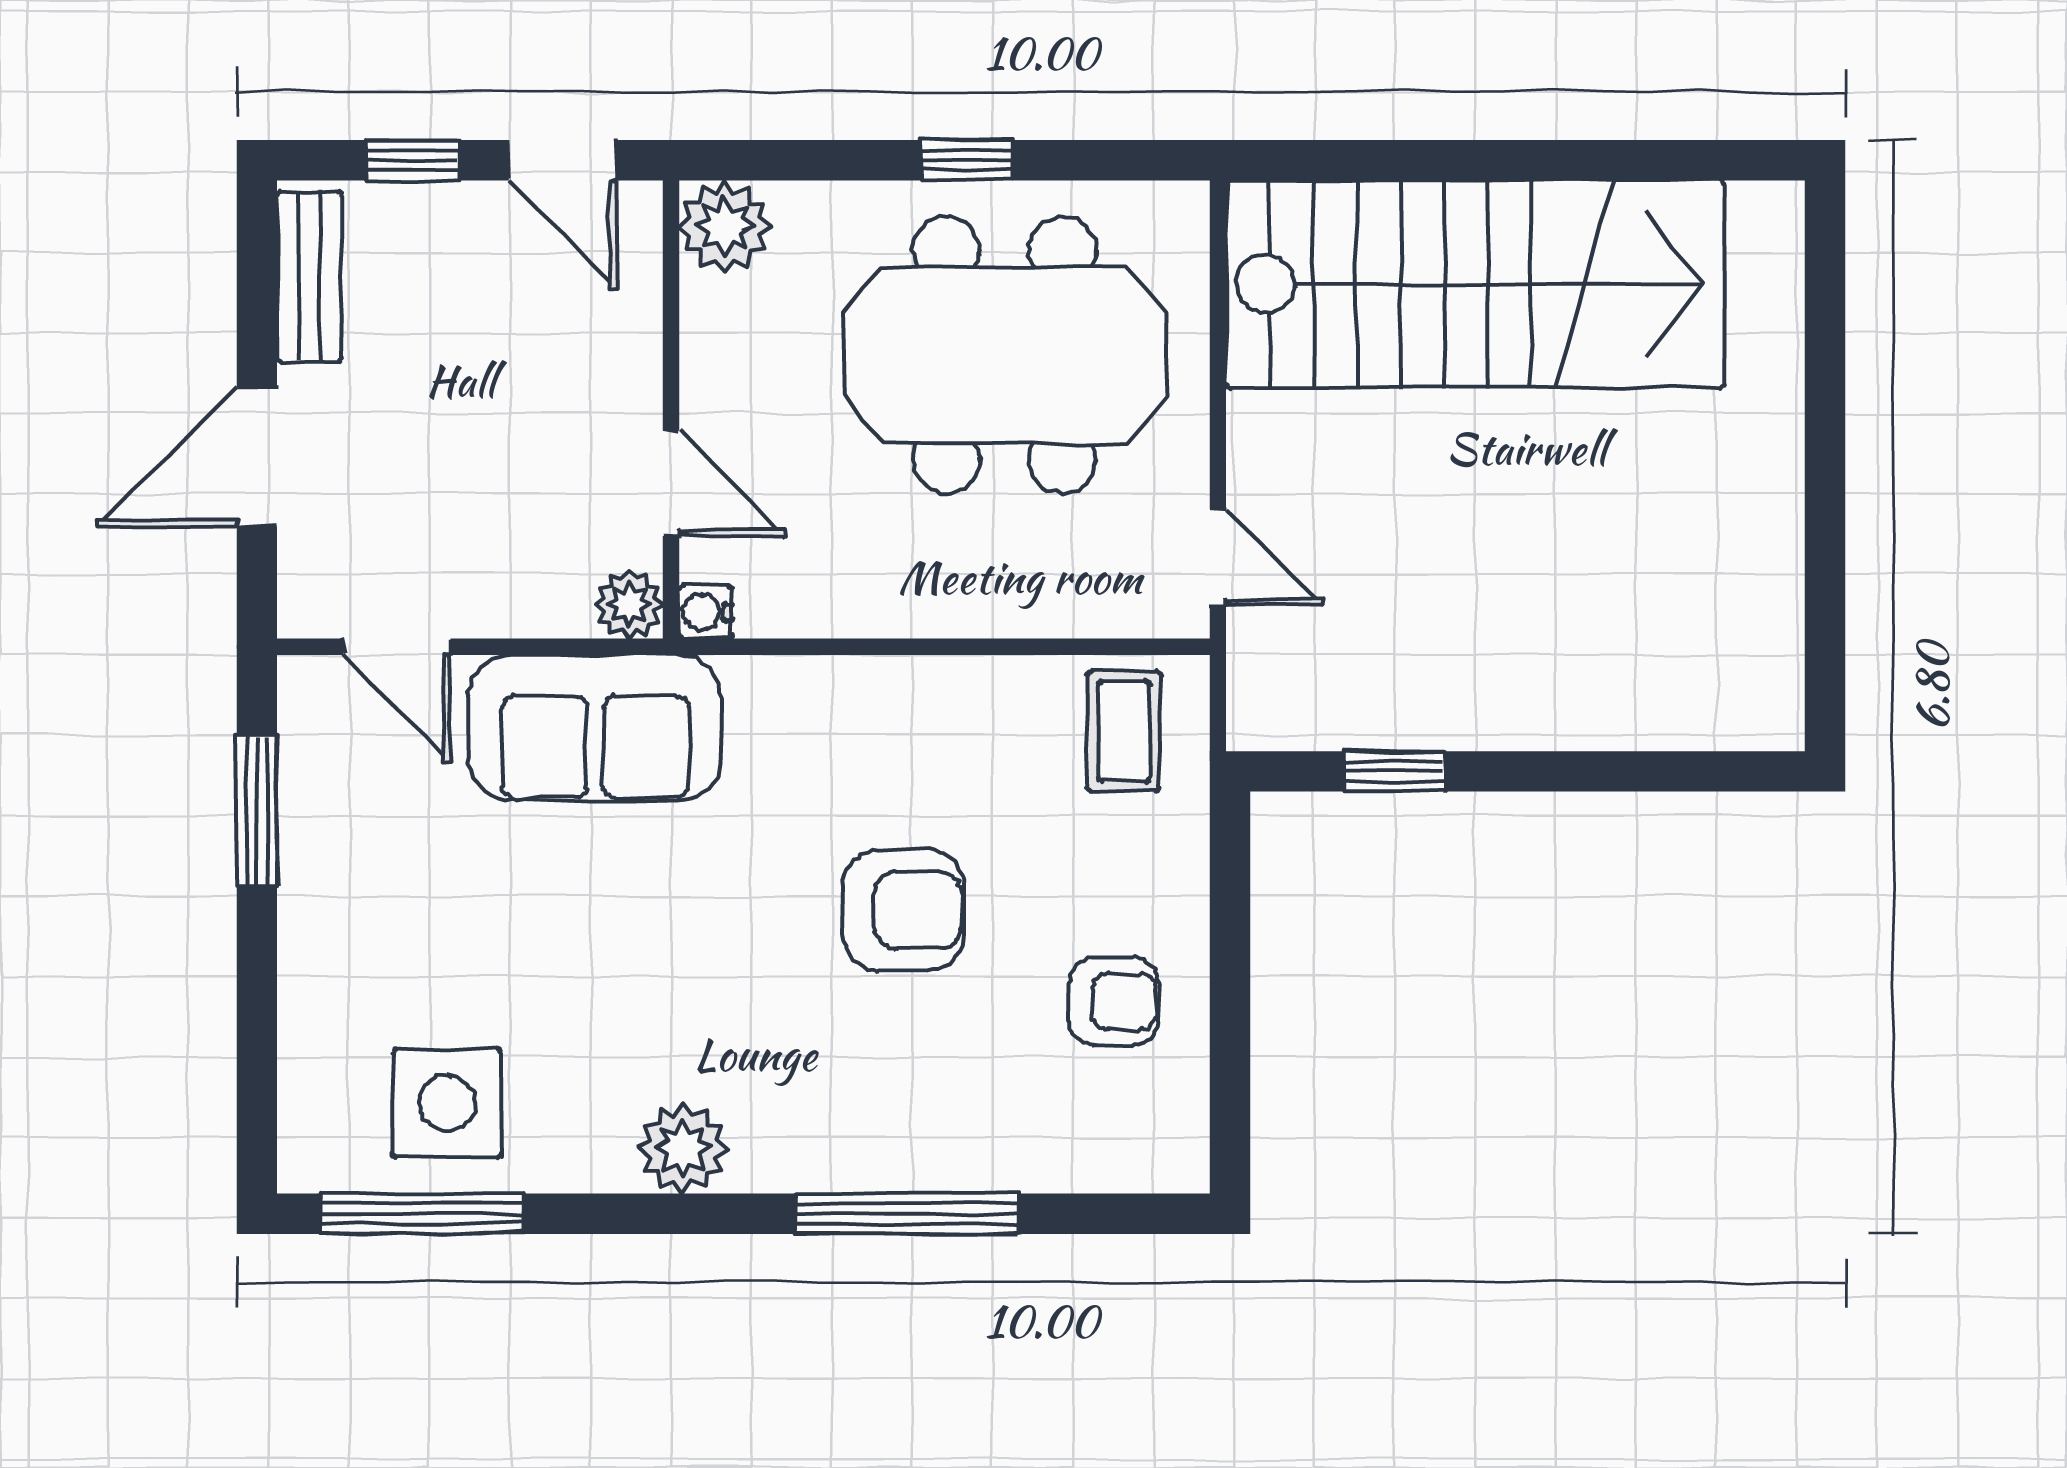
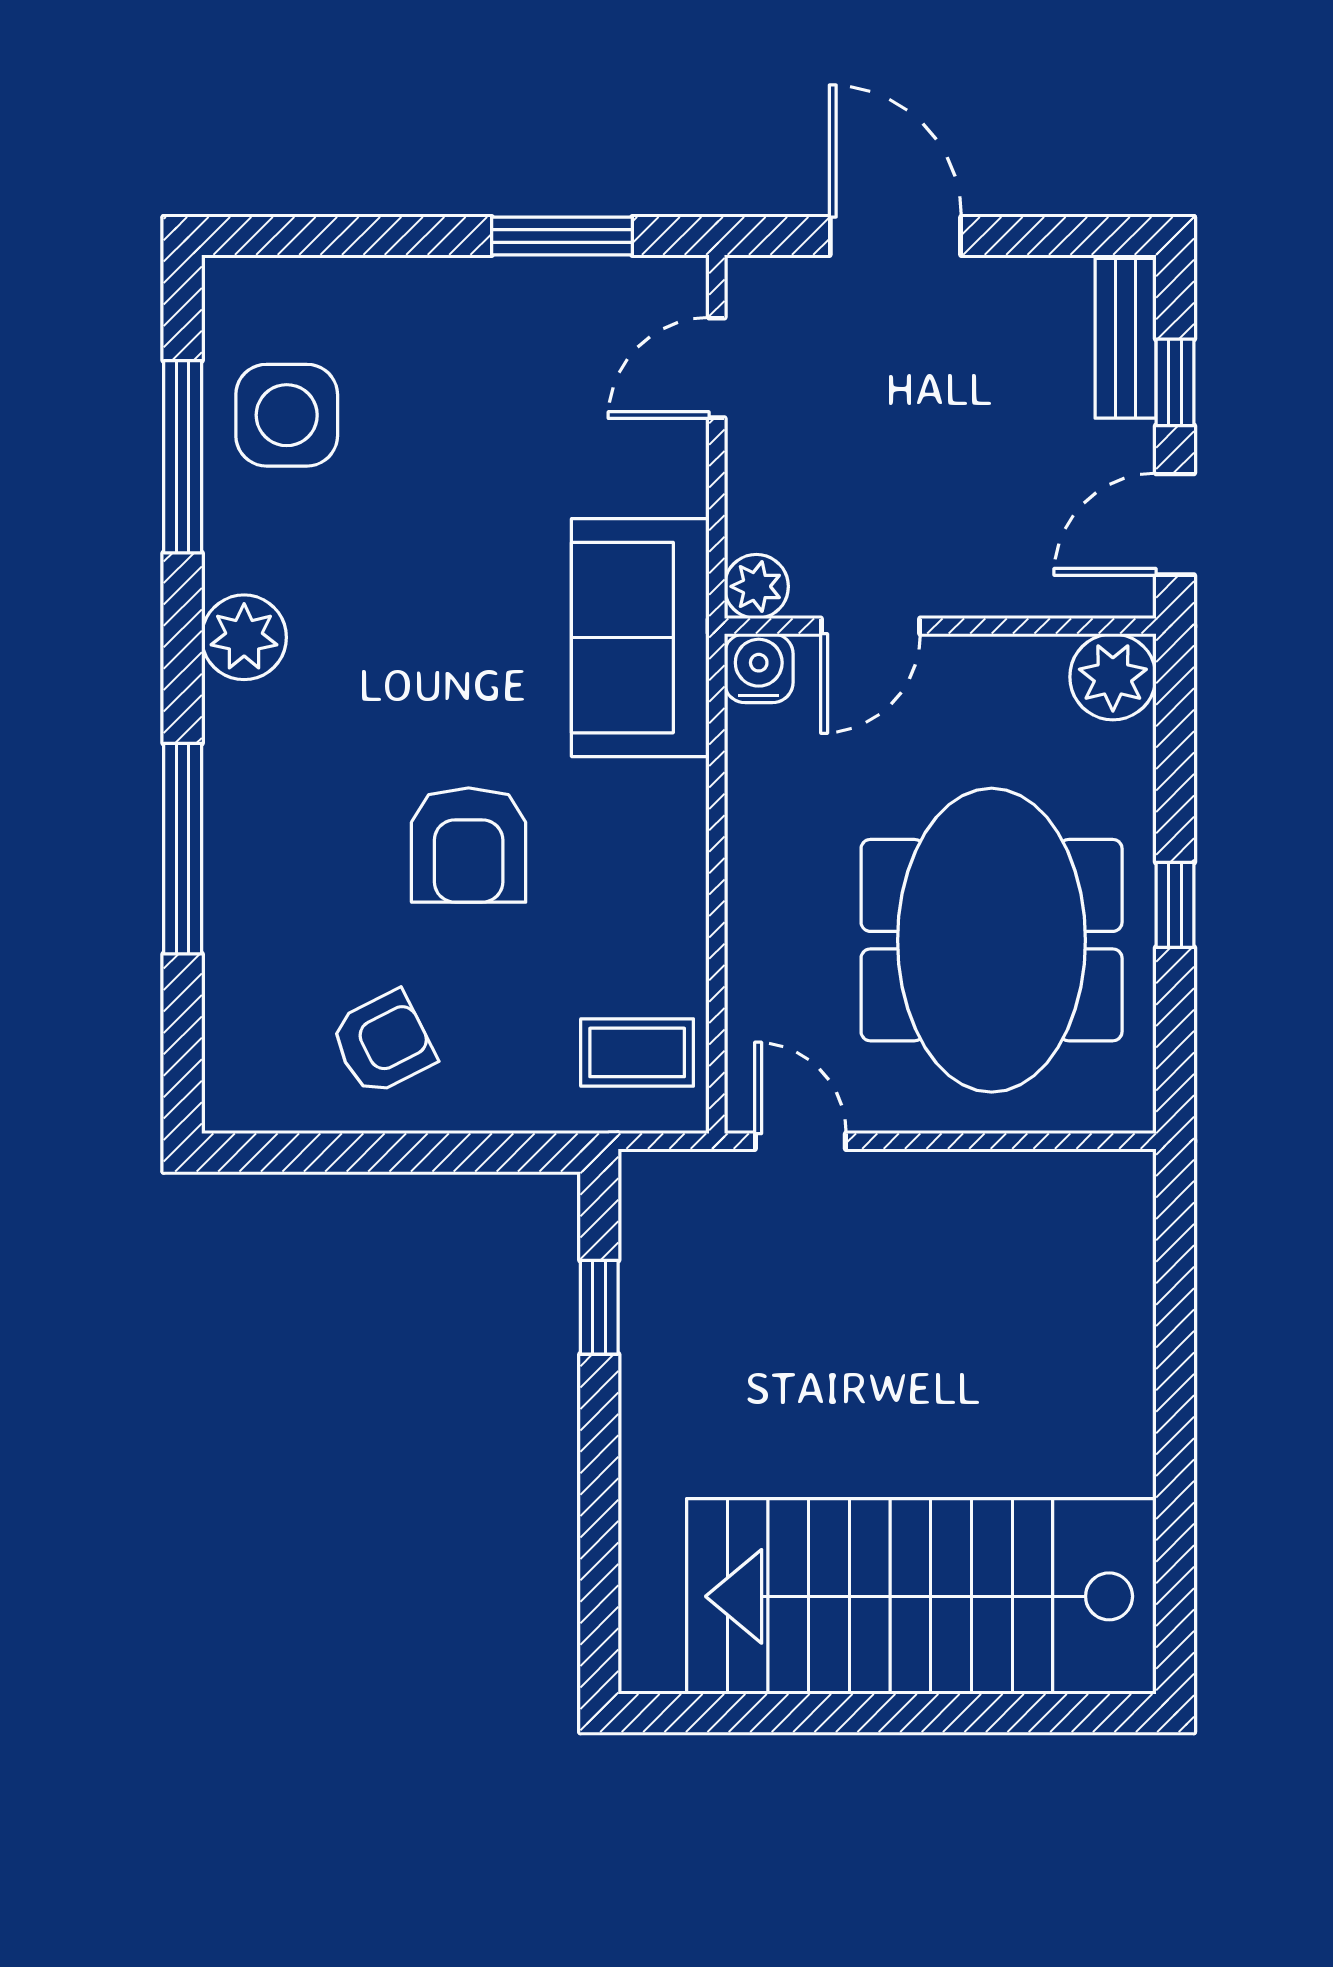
bench: (309, 277) -> (1126, 338), moved, turned 90
stairs: (1475, 284) -> (921, 1596), moved, turned 90
door: (1218, 558) -> (800, 1141), swing flipped
water cooler: (706, 612) -> (759, 668), width x1.38, depth x1.38
sofa: (595, 728) -> (640, 638), moved
armchair: (1114, 1001) -> (383, 1043), turned -117
window: (422, 1214) -> (183, 457), moved

